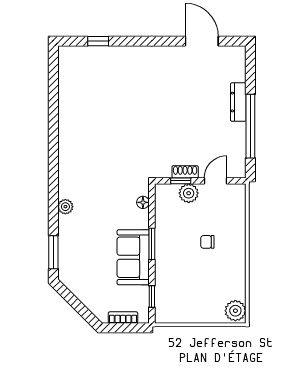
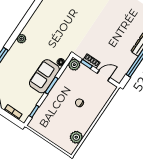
plant: (189, 193) -> (74, 65), moved
sofa: (133, 257) -> (44, 76), moved
plant: (235, 311) -> (76, 137), moved

